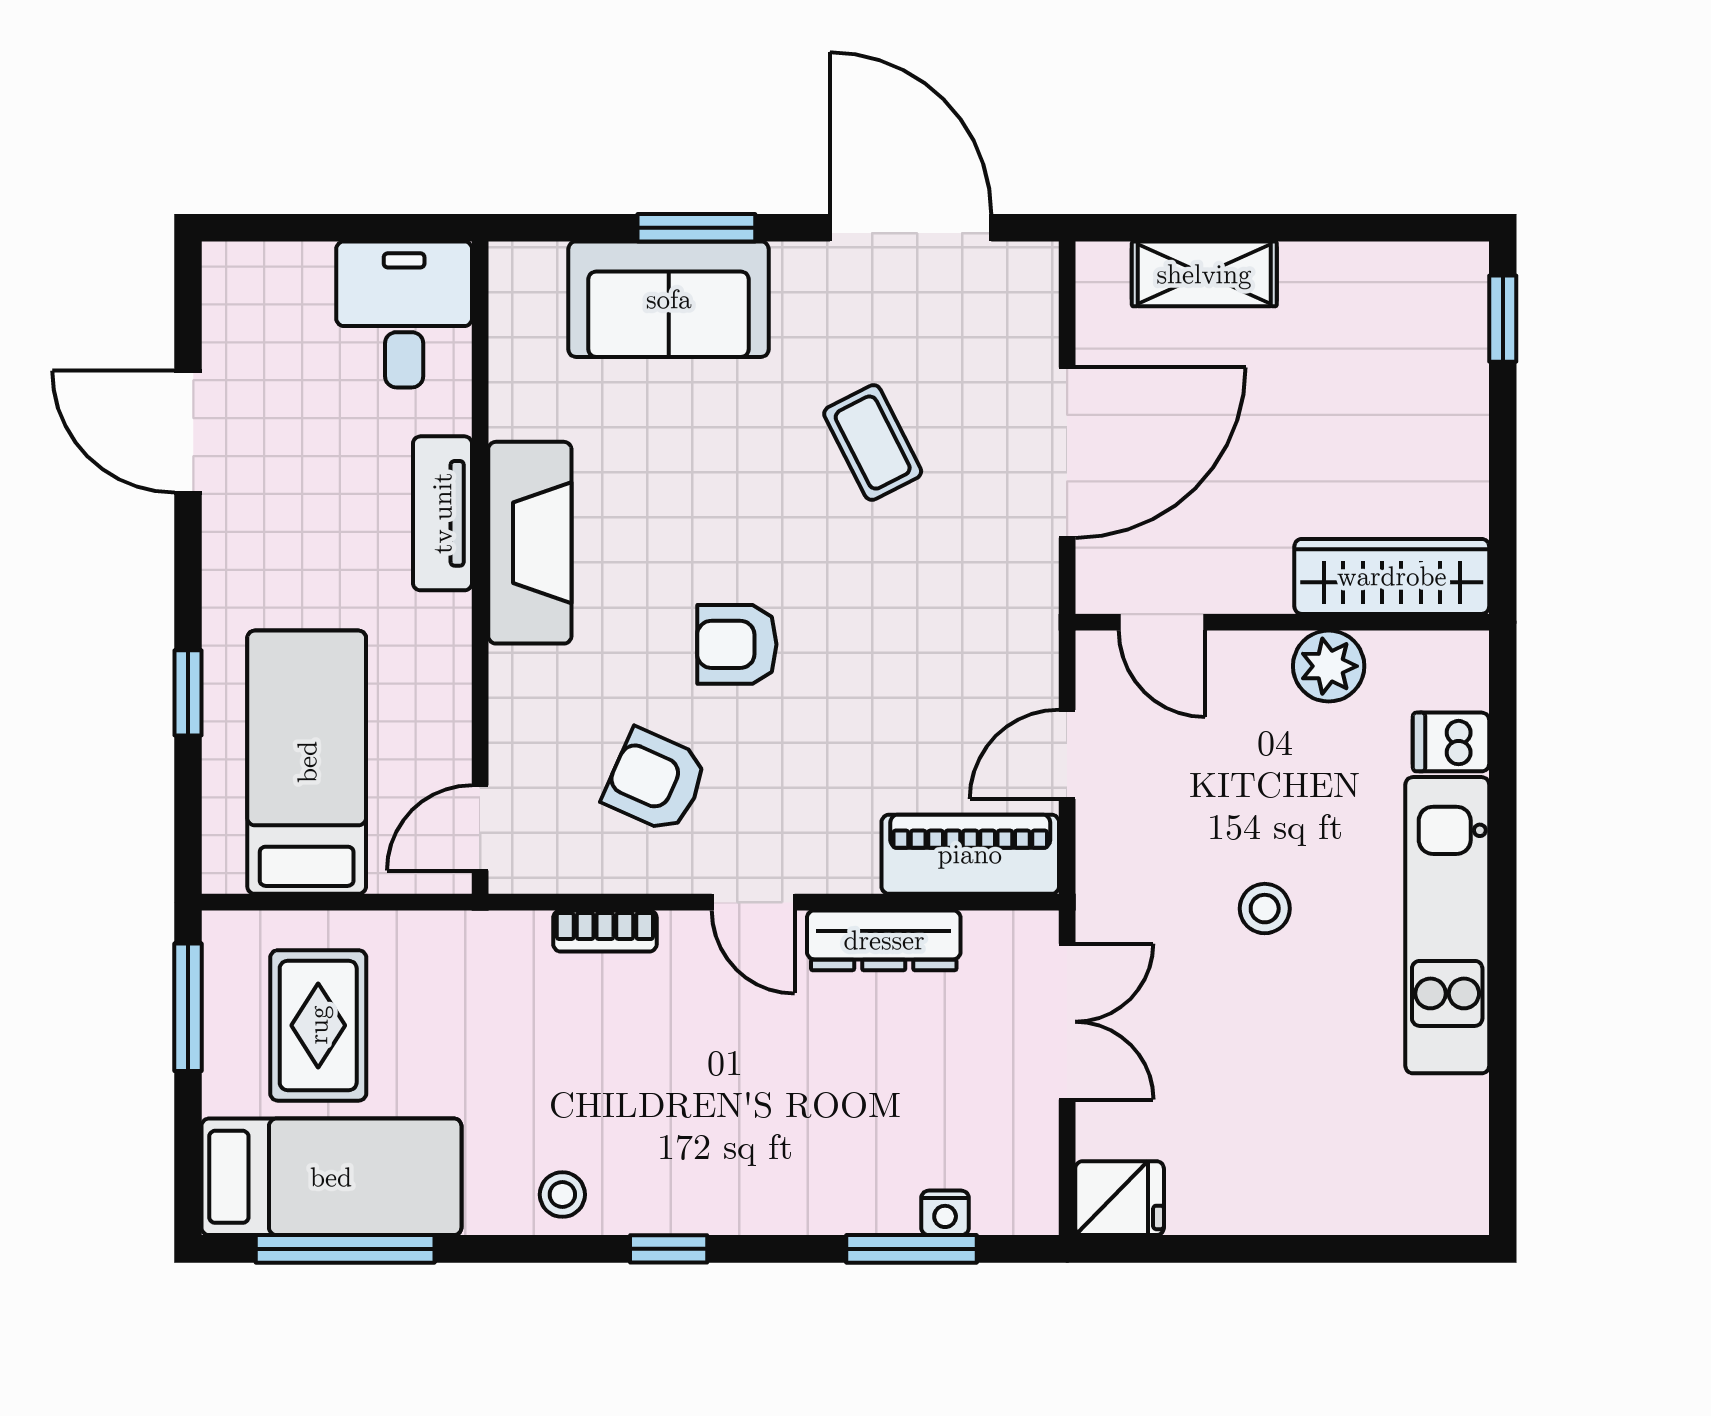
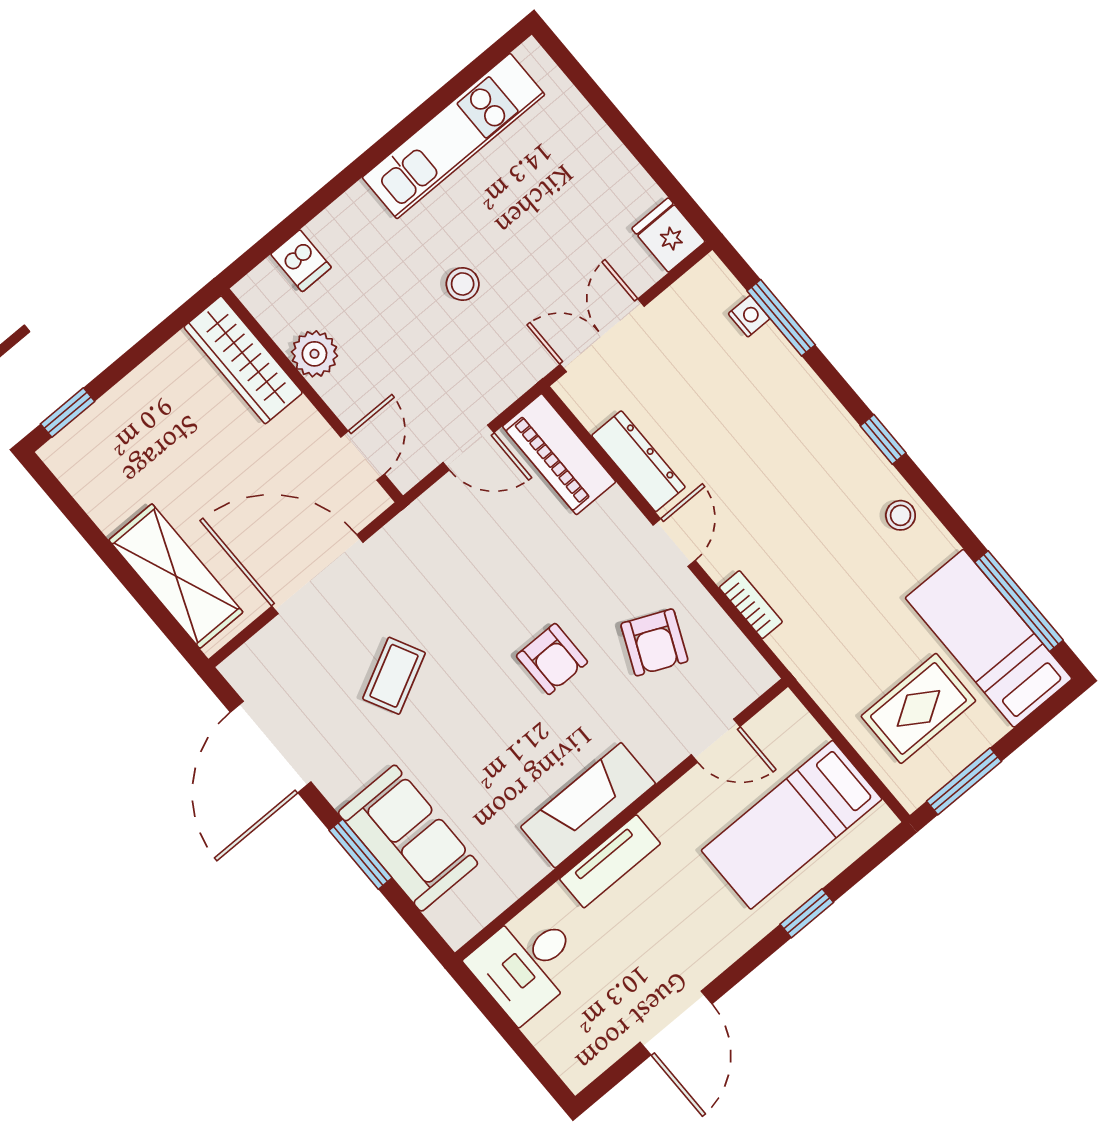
shelving: (1204, 274) -> (176, 576), width x1.50, depth x1.33
door: (480, 828) -> (716, 741), moved
kitchen unit: (1447, 925) -> (453, 136), moved

